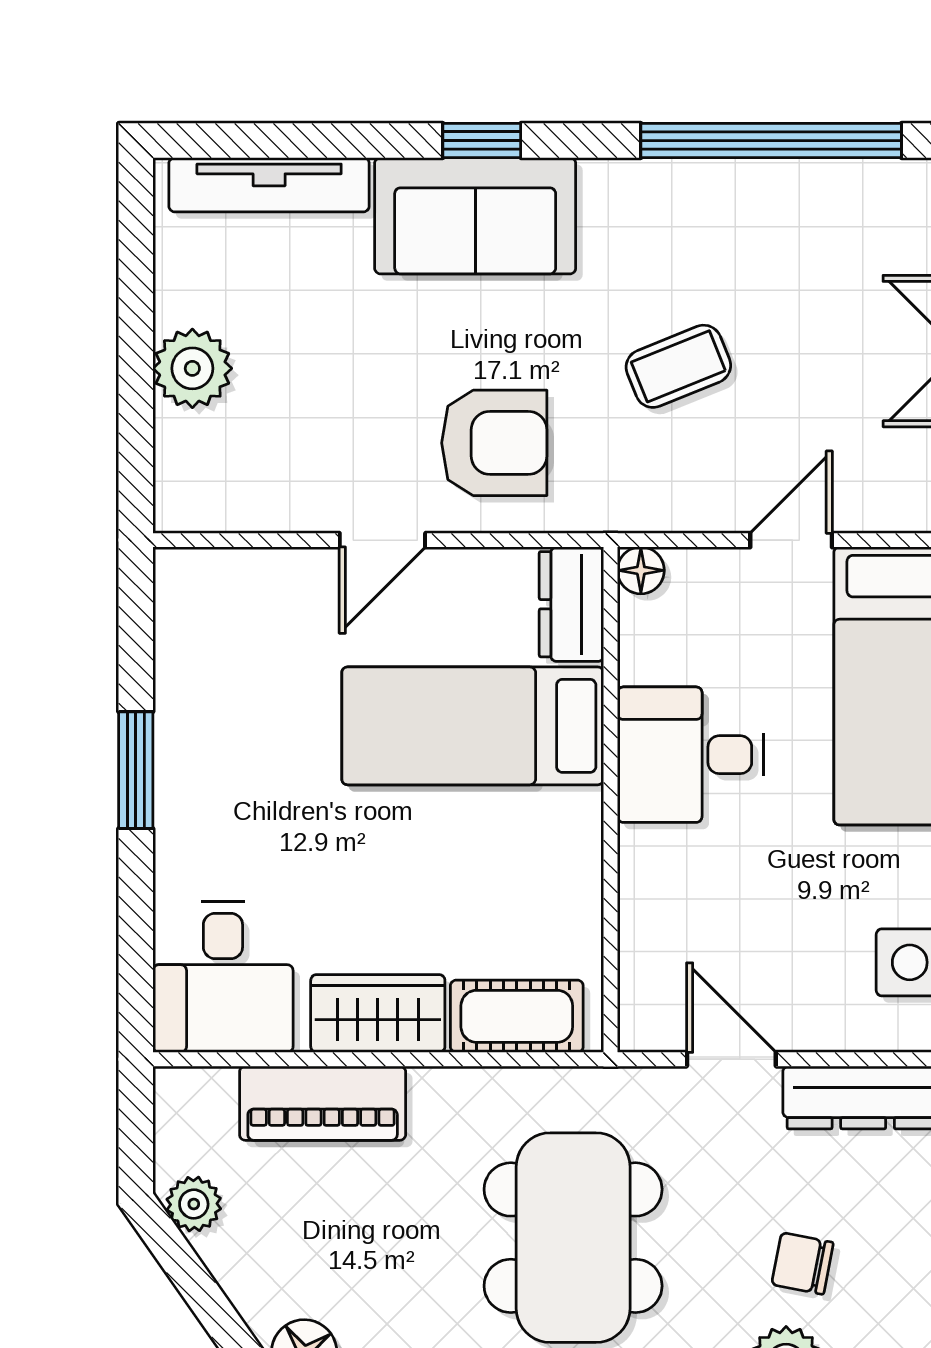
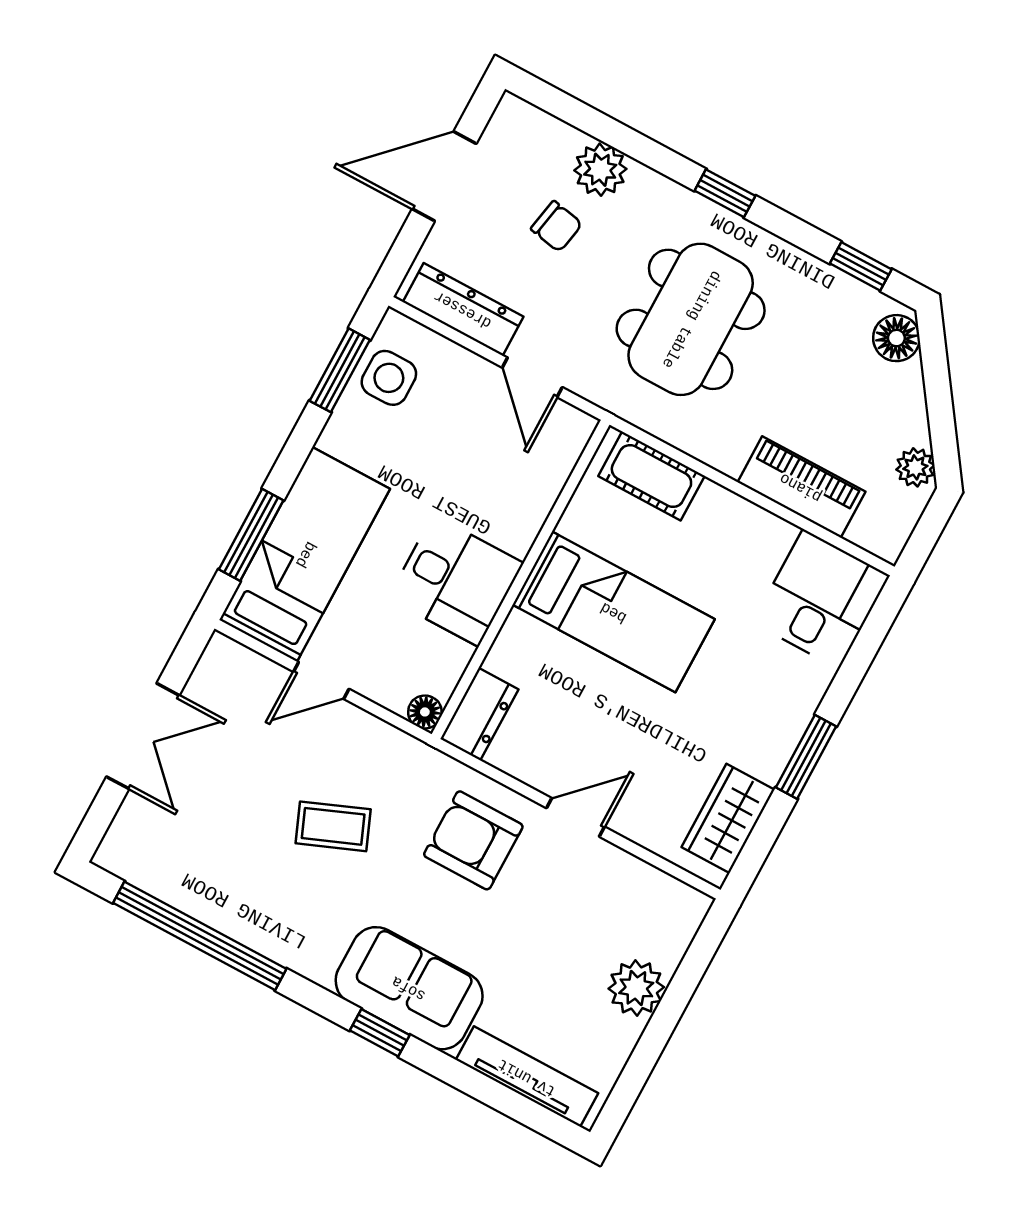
bed: (473, 726) -> (614, 612), moved
wardrobe: (378, 1013) -> (728, 818), moved, turned 90

